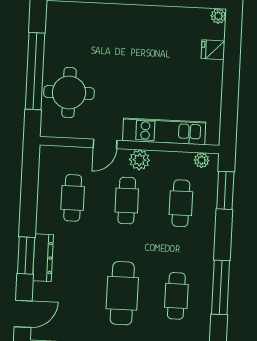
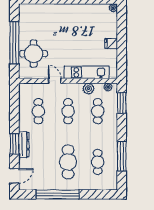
fridge: (213, 50) -> (111, 44), moved
door: (105, 144) -> (55, 81), swing flipped
plant: (139, 160) -> (88, 89), moved

